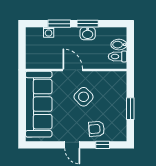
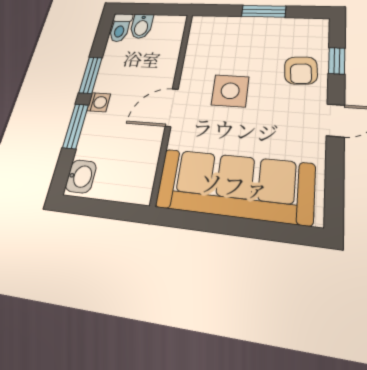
washing machine: (49, 32) -> (99, 102), moved
washbasin: (88, 33) -> (81, 176), moved
toilet: (118, 56) -> (120, 28), moved
side table: (84, 97) -> (230, 91), turned 45

